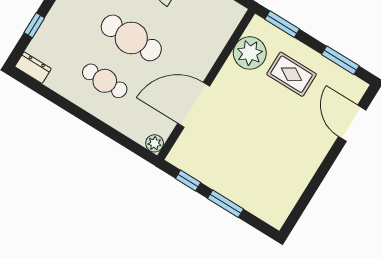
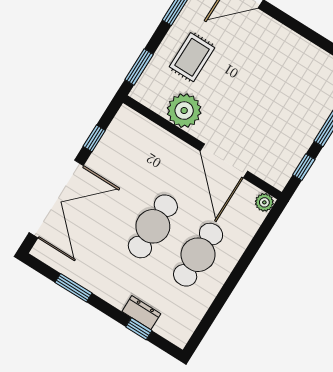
plant: (250, 53) -> (184, 111), moved
dresser: (33, 68) -> (141, 313), moved, turned 90
cafe table: (105, 81) -> (198, 255), width x1.37, depth x1.35

